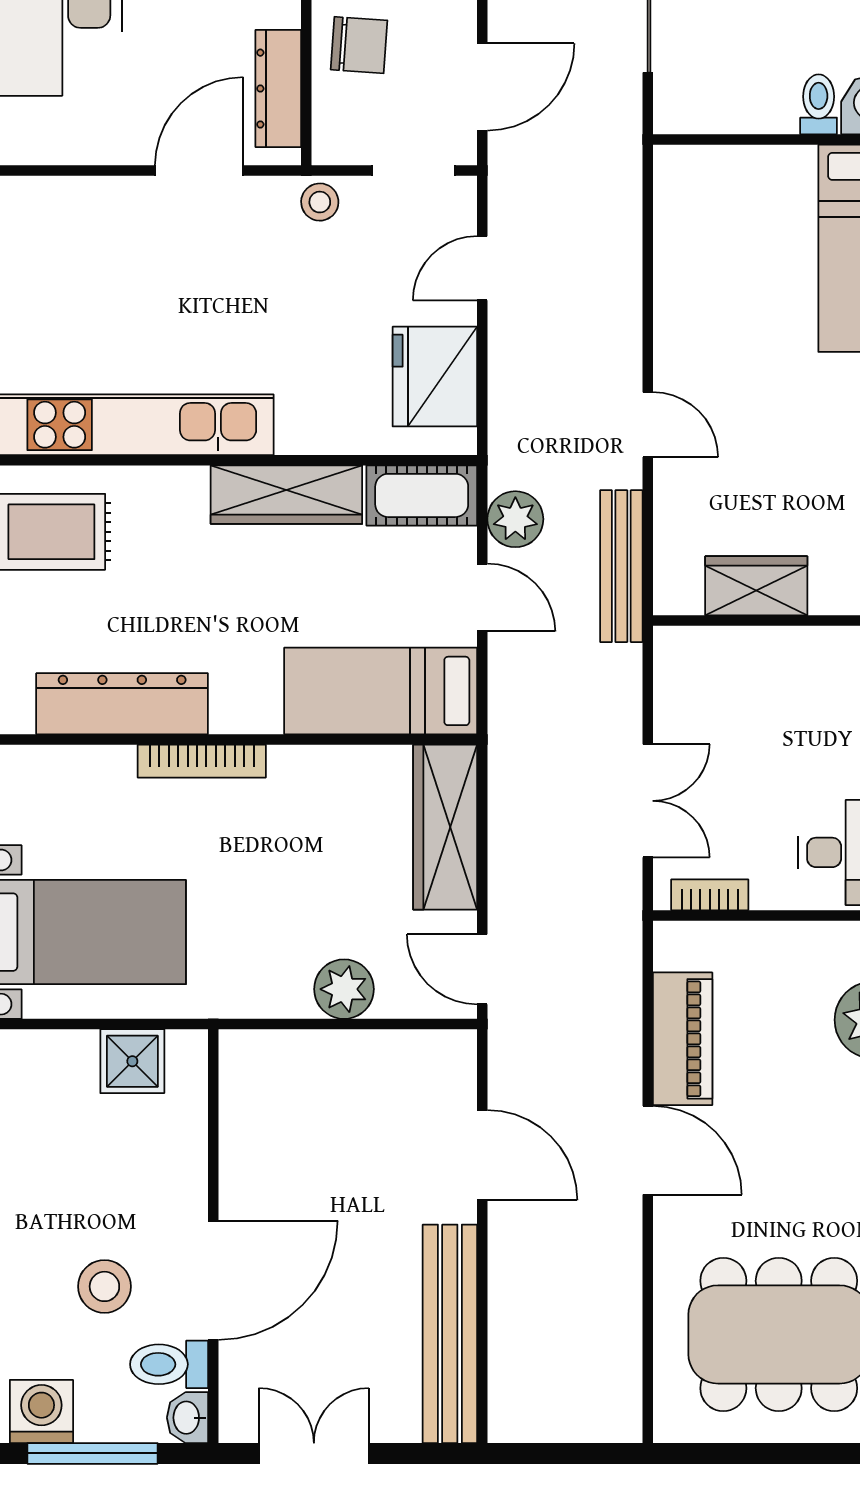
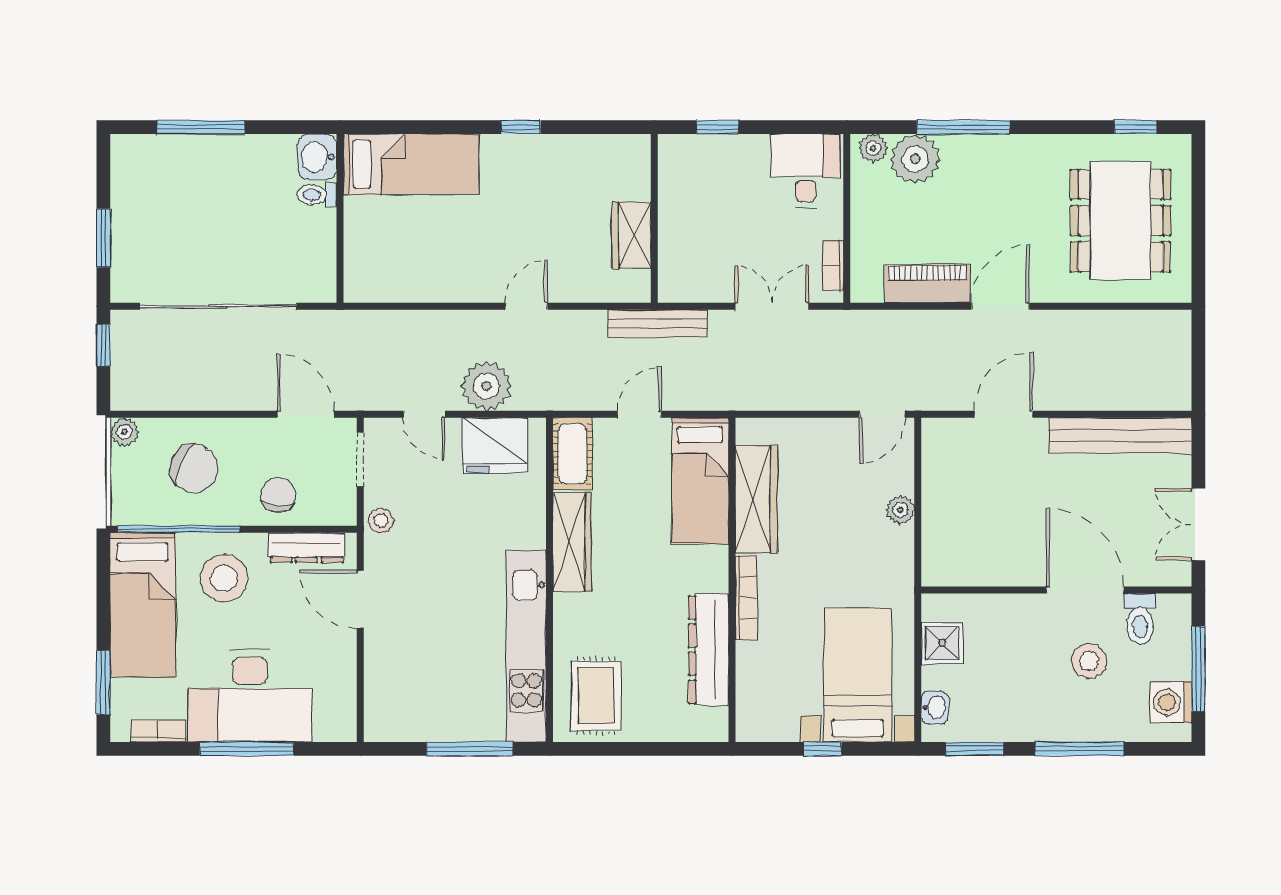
plant: (515, 519) -> (487, 386), moved, width x1.36, depth x1.36
bench: (621, 566) -> (657, 323), moved
wardrobe: (445, 827) -> (756, 499), moved, turned -90
plant: (344, 989) -> (900, 510), width x0.73, depth x0.73
washbasin: (187, 1418) -> (935, 707), moved, turned -90

